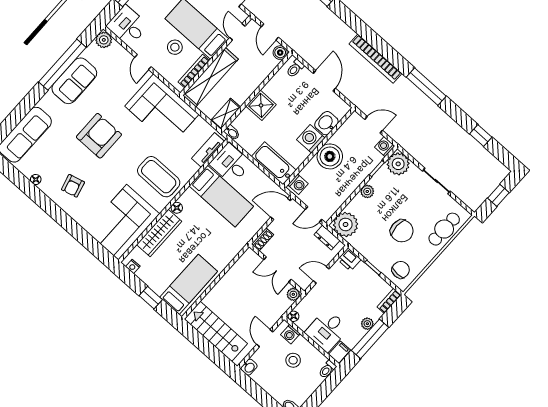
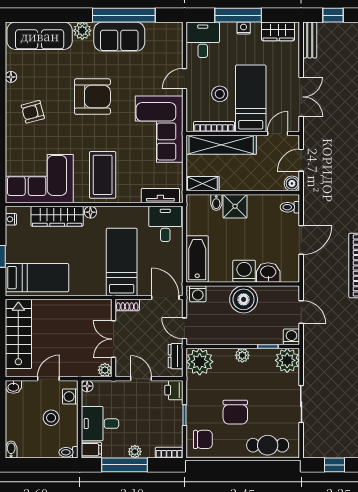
plant: (104, 40) -> (82, 31), moved
bidet: (232, 133) -> (216, 202), moved
bed: (221, 196) -> (122, 262), moved, turned 180

